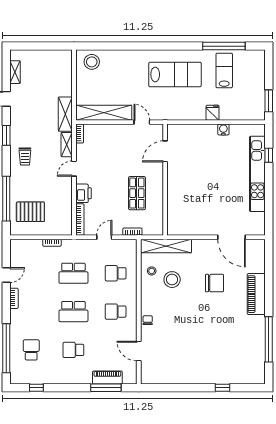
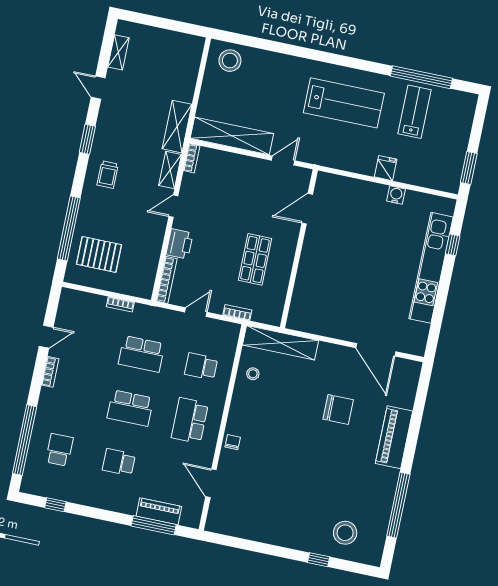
door: (142, 122) -> (283, 161), hinge flipped
stool: (172, 280) -> (345, 533), moved
school desk: (116, 312) -> (190, 421), width x1.85

